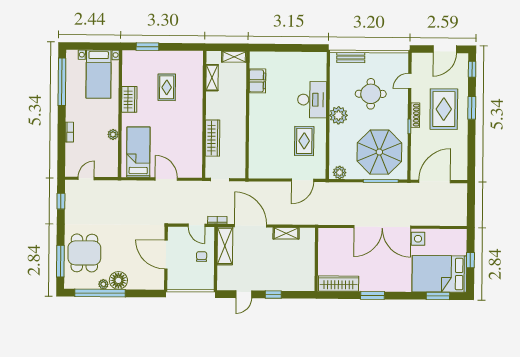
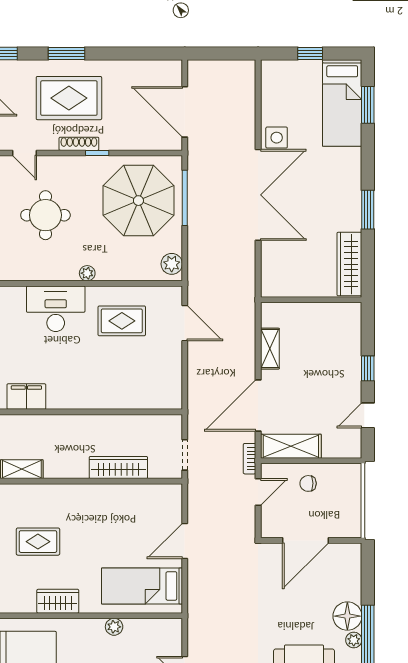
plant: (338, 115) -> (87, 273), width x0.53, depth x0.53
bed: (439, 274) -> (342, 103), width x0.67
door: (244, 294) -> (368, 415), swing flipped

